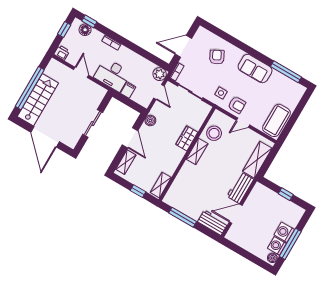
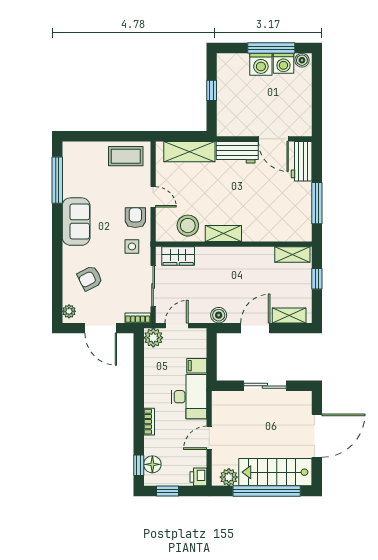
plant: (204, 33) -> (69, 311), added
plant: (51, 70) -> (229, 477), added
coffee table: (276, 120) -> (126, 156), width x0.73, depth x0.76
wardrobe: (187, 138) -> (178, 256), moved

